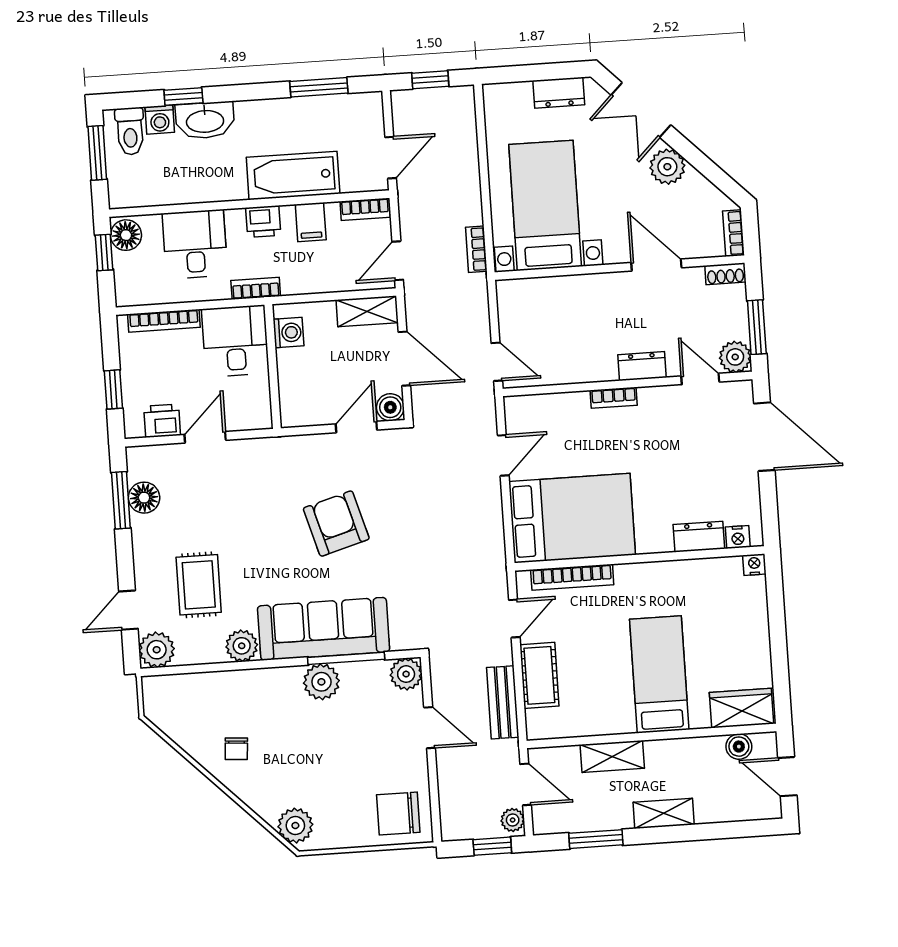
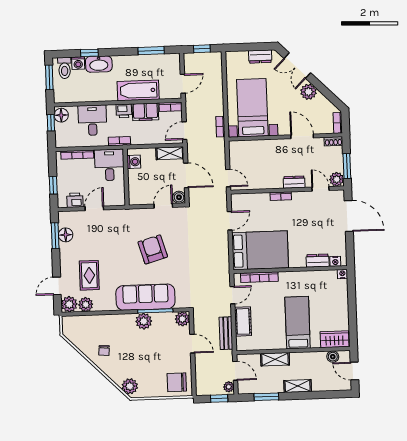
filing cabinet: (311, 222) -> (145, 112), width x2.00
plant: (242, 646) -> (86, 305), moved

